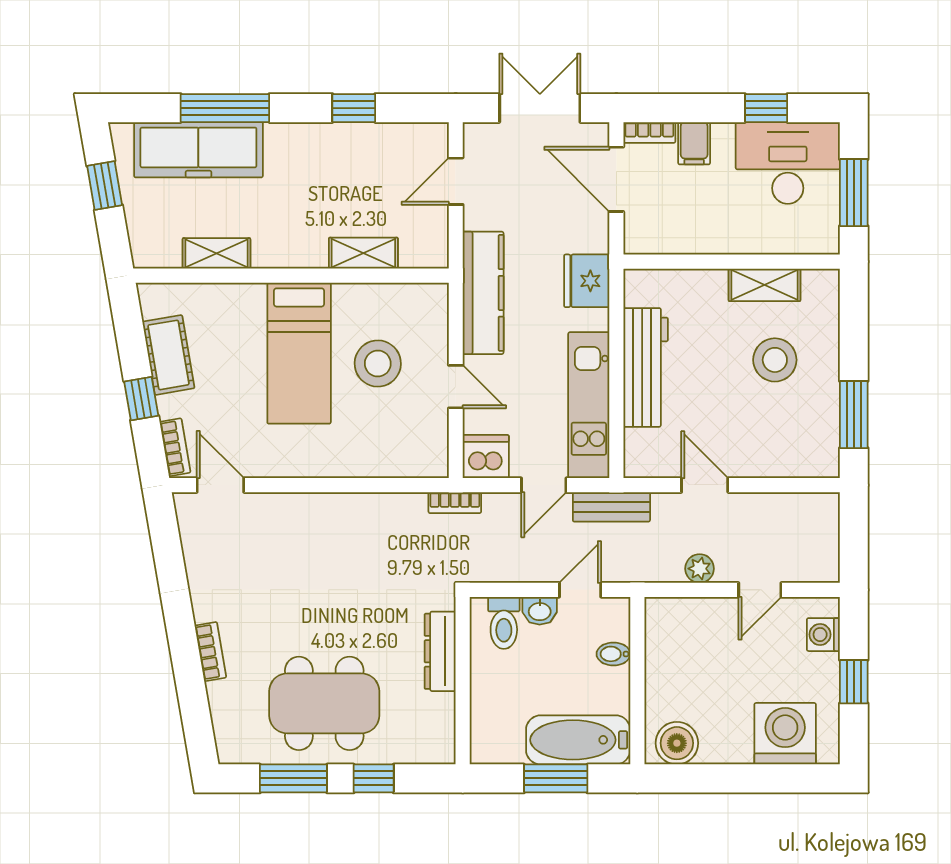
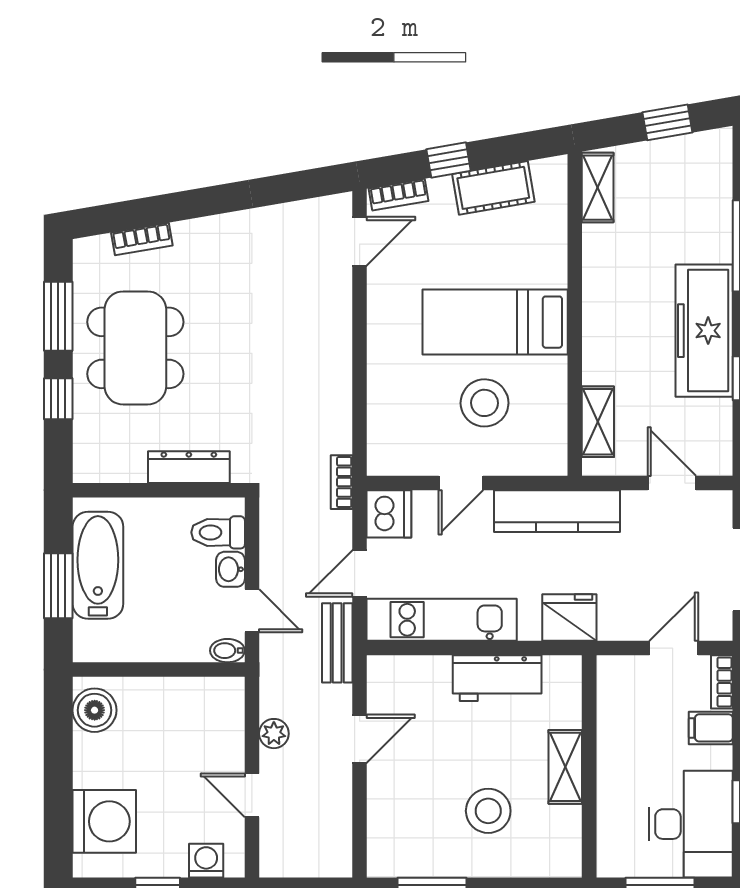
freezer: (198, 150) -> (704, 331), moved
door: (616, 179) -> (674, 648), width x0.73
shelving: (216, 253) -> (598, 188), moved
shelving: (363, 253) -> (598, 422), moved
shelving: (764, 285) -> (565, 767), moved
workbench: (646, 367) -> (497, 678), width x0.73
door: (544, 485) -> (360, 573), hinge flipped
bookcase: (210, 652) -> (142, 239), moved
bidet: (613, 654) -> (227, 651), moved, turned -90
bathtub: (578, 740) -> (98, 565), moved

